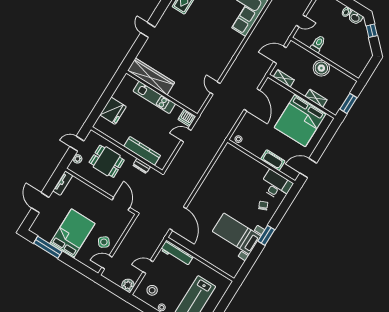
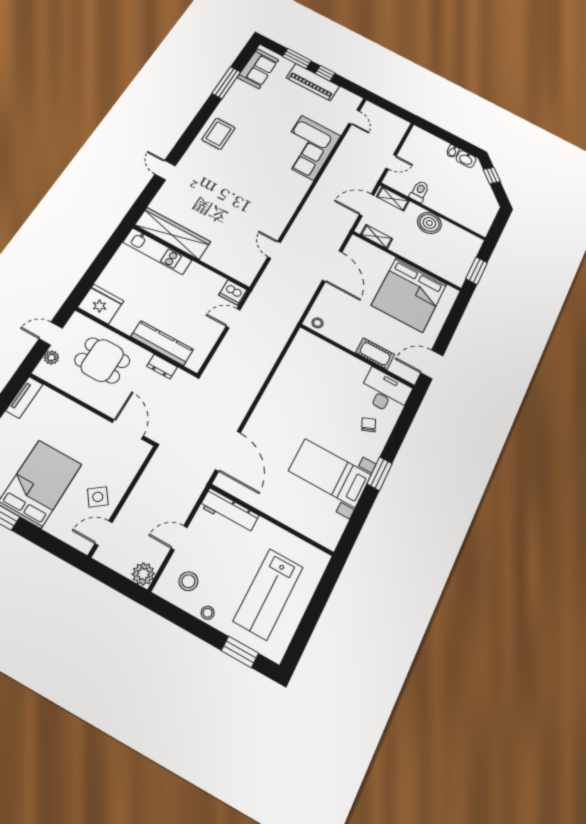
kitchen unit: (154, 97) -> (157, 251), moved
shelving: (316, 98) -> (393, 199), moved
fridge: (113, 111) -> (101, 304), moved, turned -90

